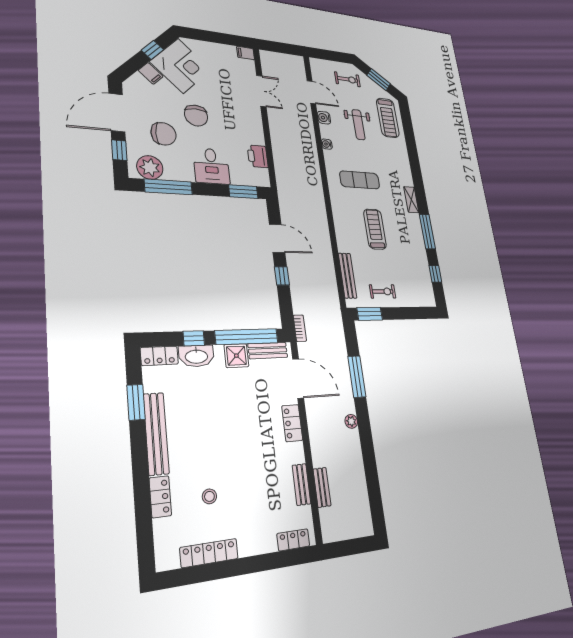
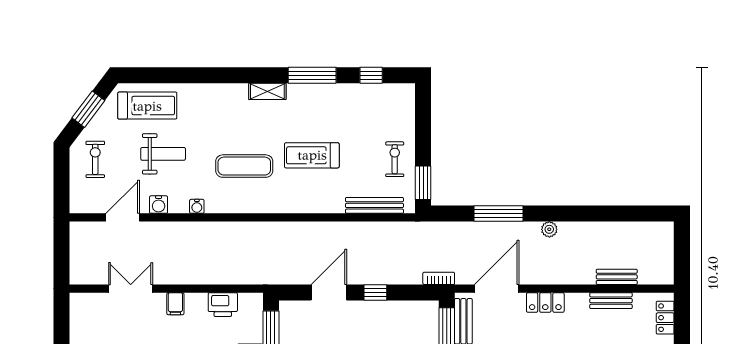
filing cabinet: (246, 53) -> (175, 304), moved
exercise mat: (360, 180) -> (244, 166), turned 90

